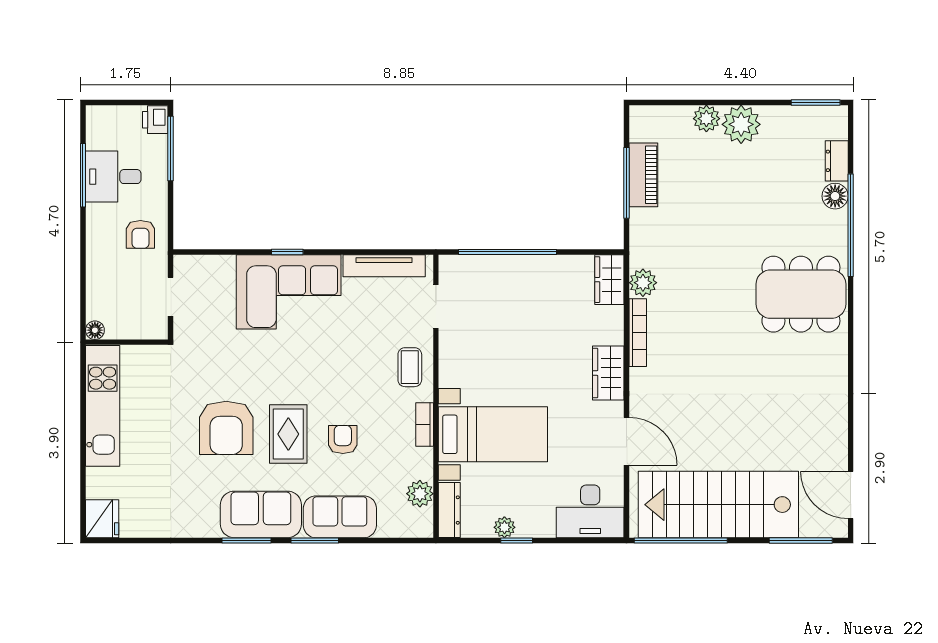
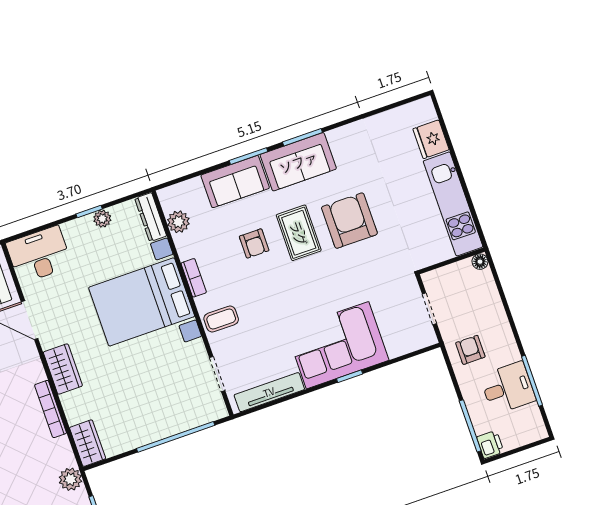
plant: (643, 283) -> (70, 479), moved
coffee table: (410, 367) -> (221, 319), turned 90
bed with nightstands: (493, 434) -> (142, 302), width x1.36
fridge: (102, 519) -> (431, 139), moved

